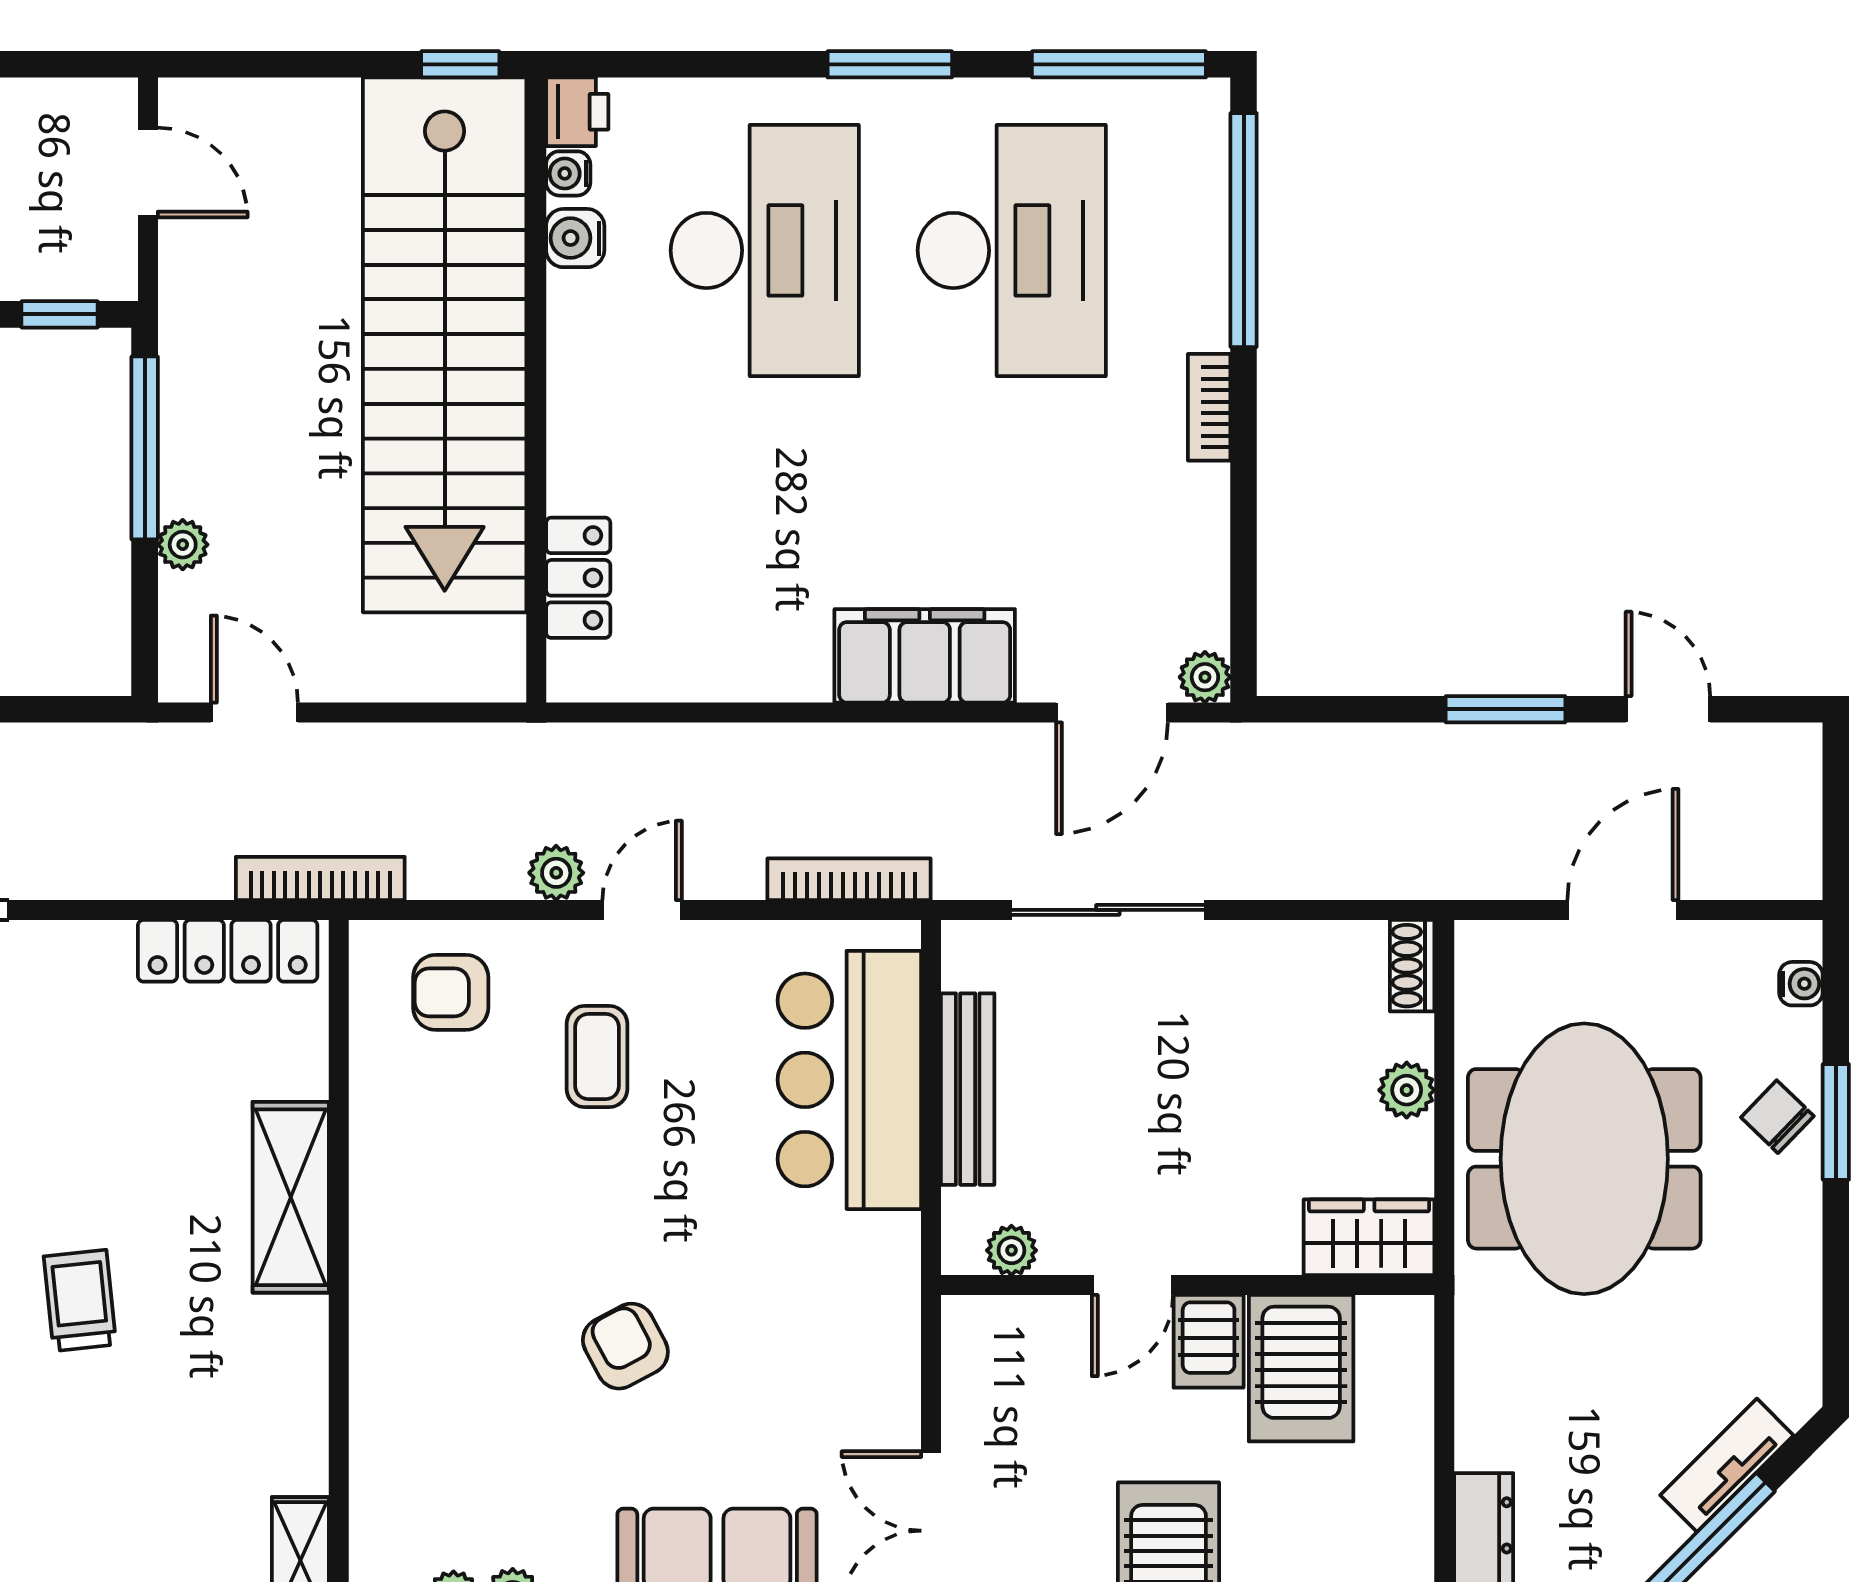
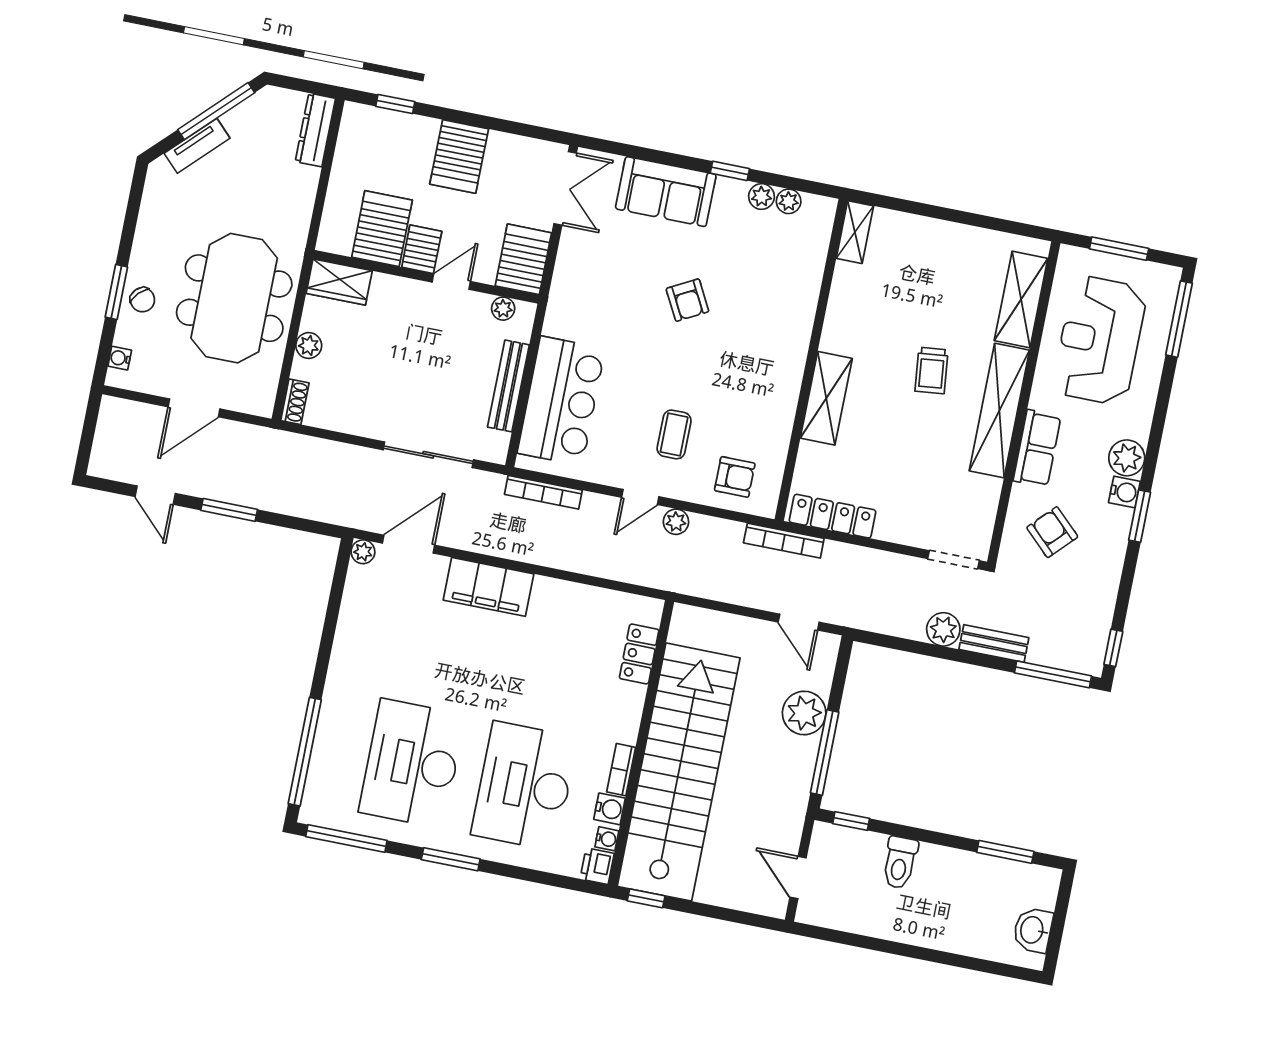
bookcase: (1209, 407) -> (621, 770), moved, turned 180
plant: (183, 545) -> (804, 713), width x1.88, depth x1.88
server rack: (989, 1363) -> (523, 259), added

